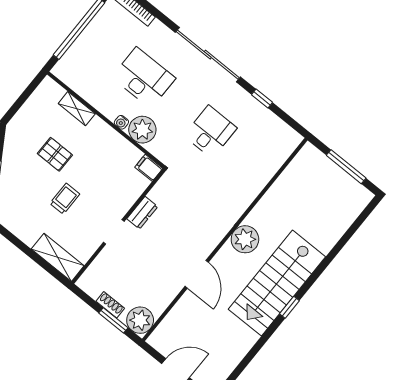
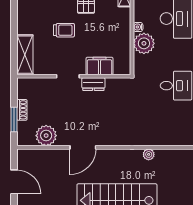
filing cabinet: (149, 168) -> (99, 66), moved, width x2.00
plant: (245, 239) -> (149, 154), moved, width x0.53, depth x0.53
plant: (140, 320) -> (46, 136), moved

